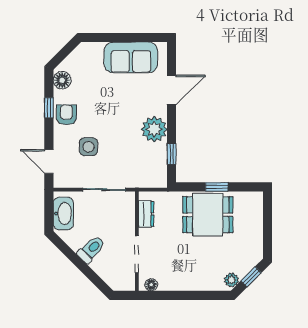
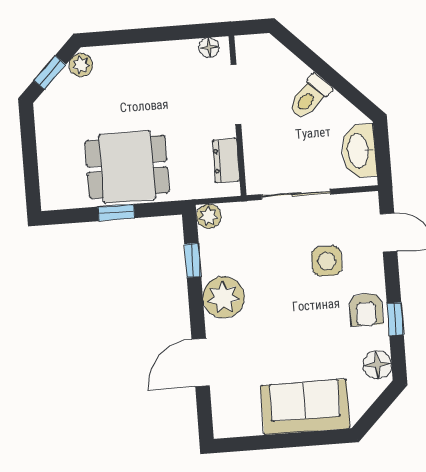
sofa: (131, 57) -> (305, 407), moved
plant: (159, 180) -> (209, 216), added

